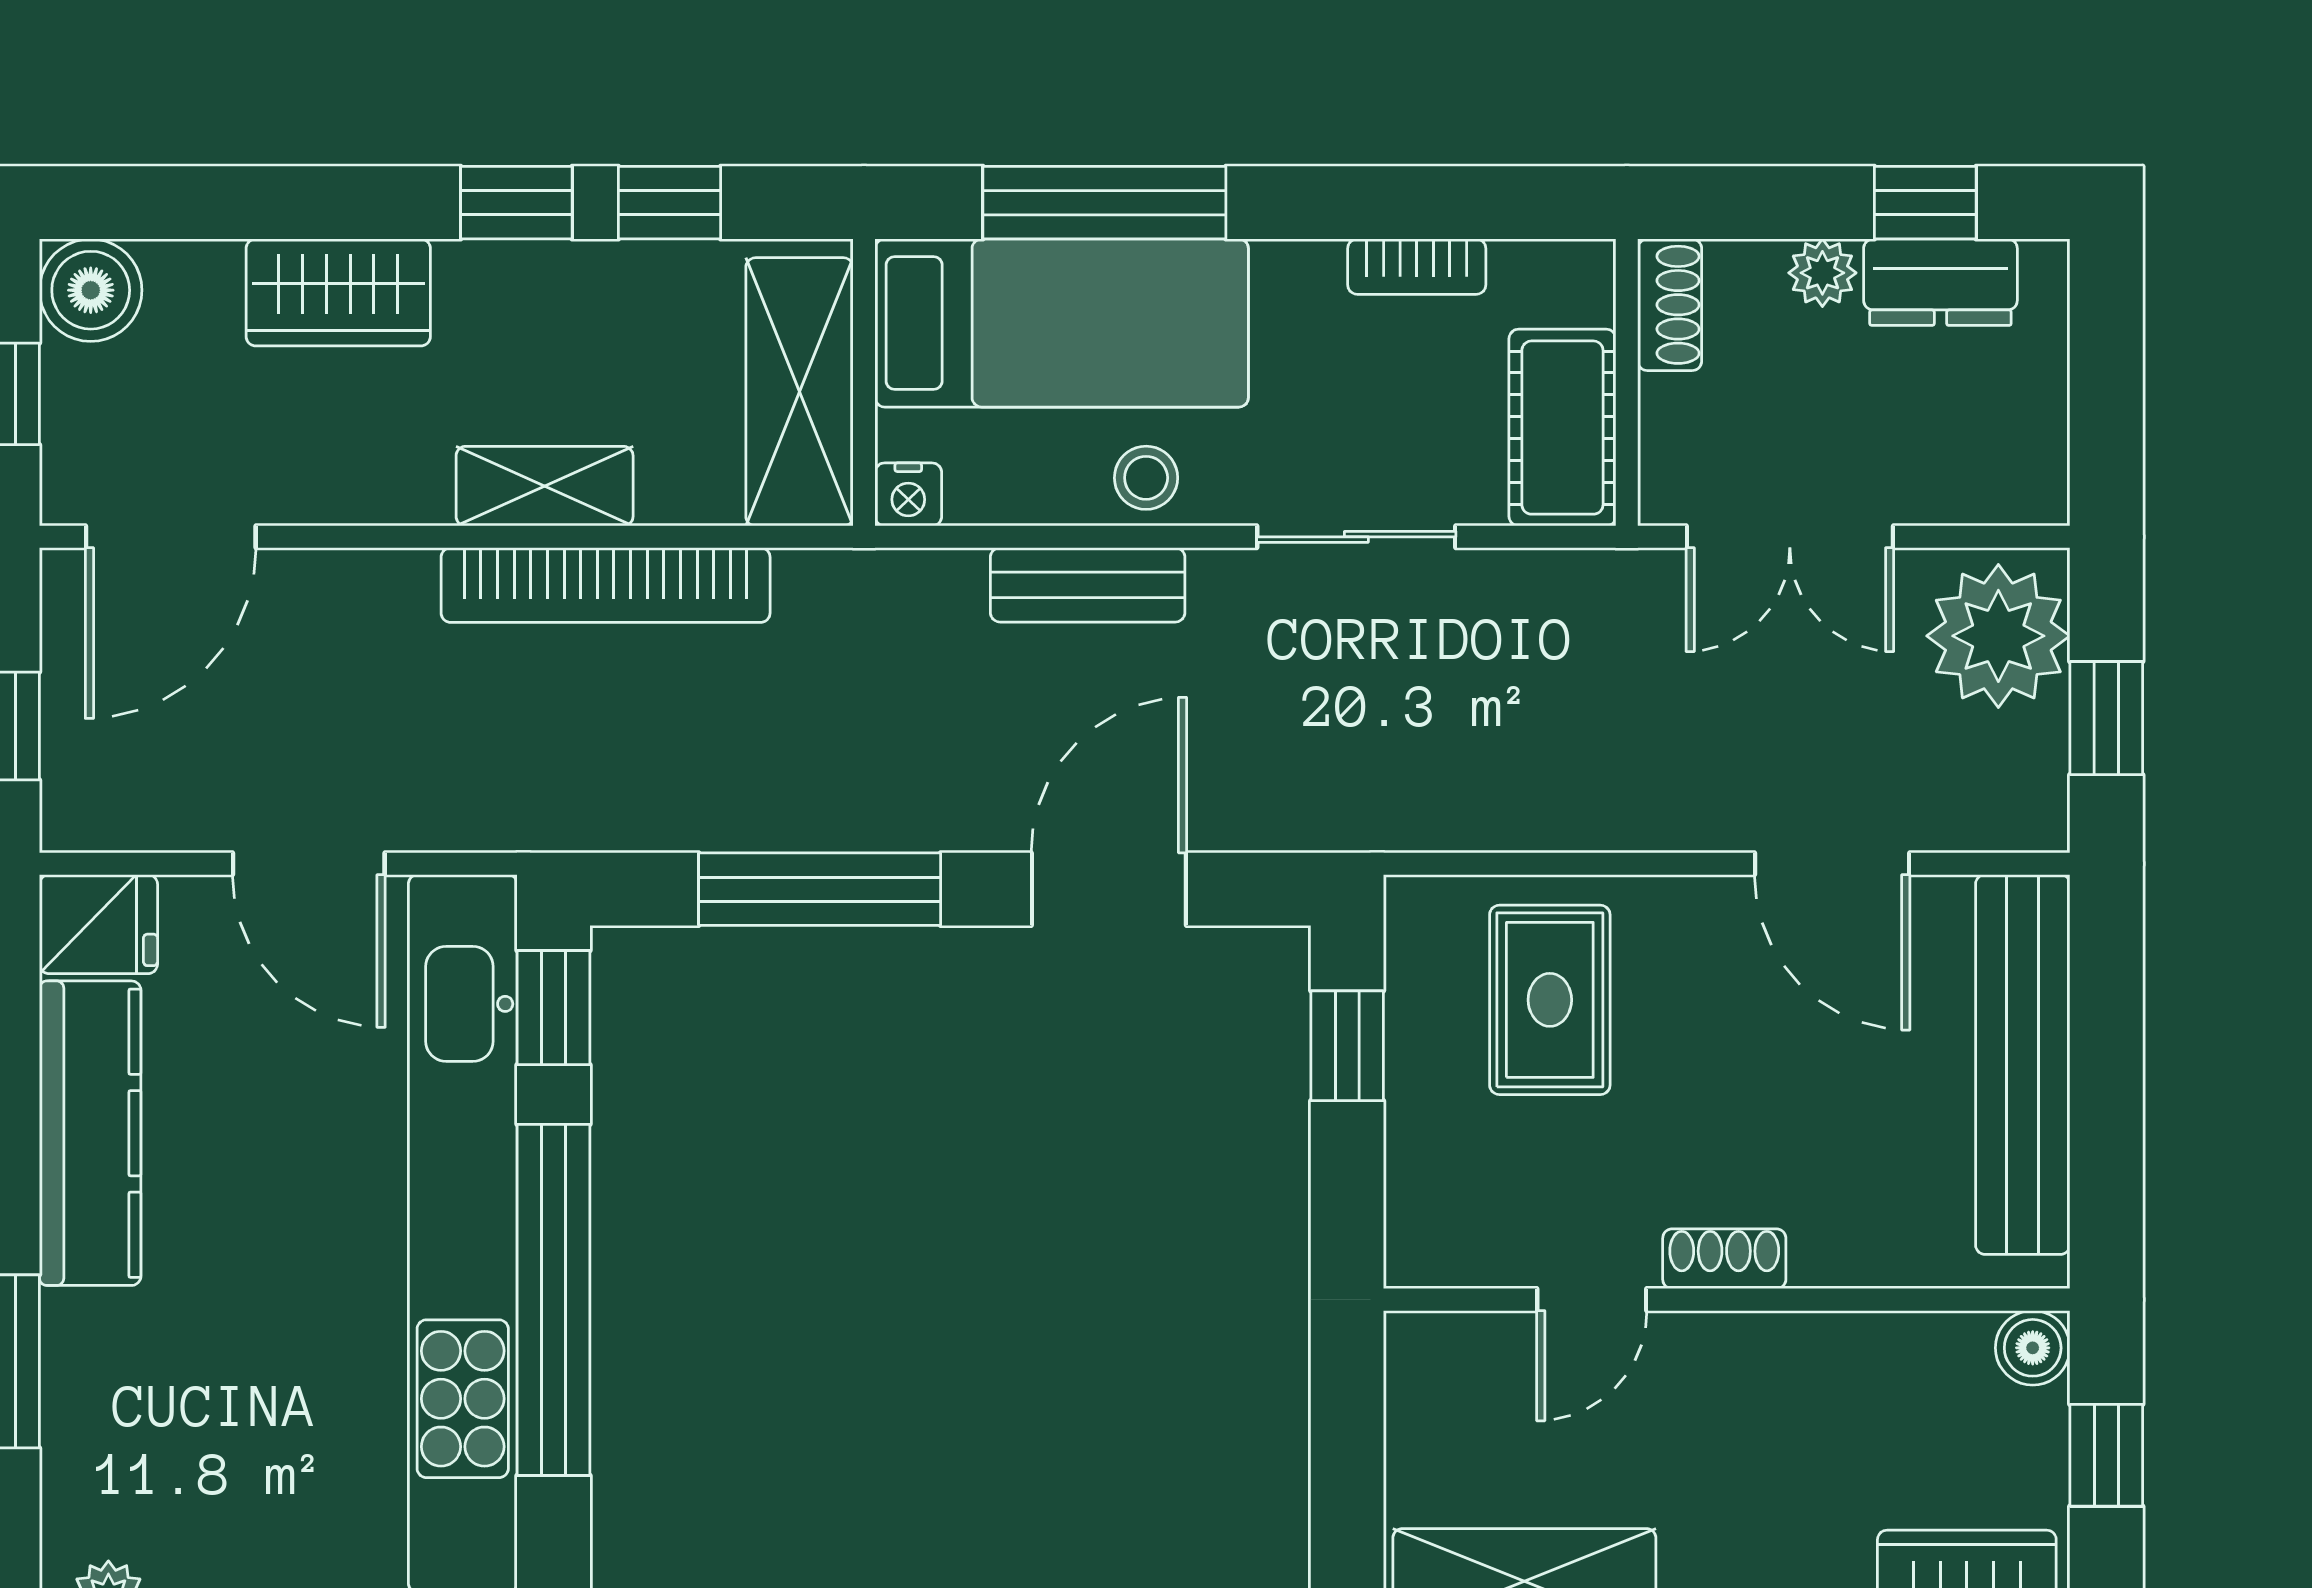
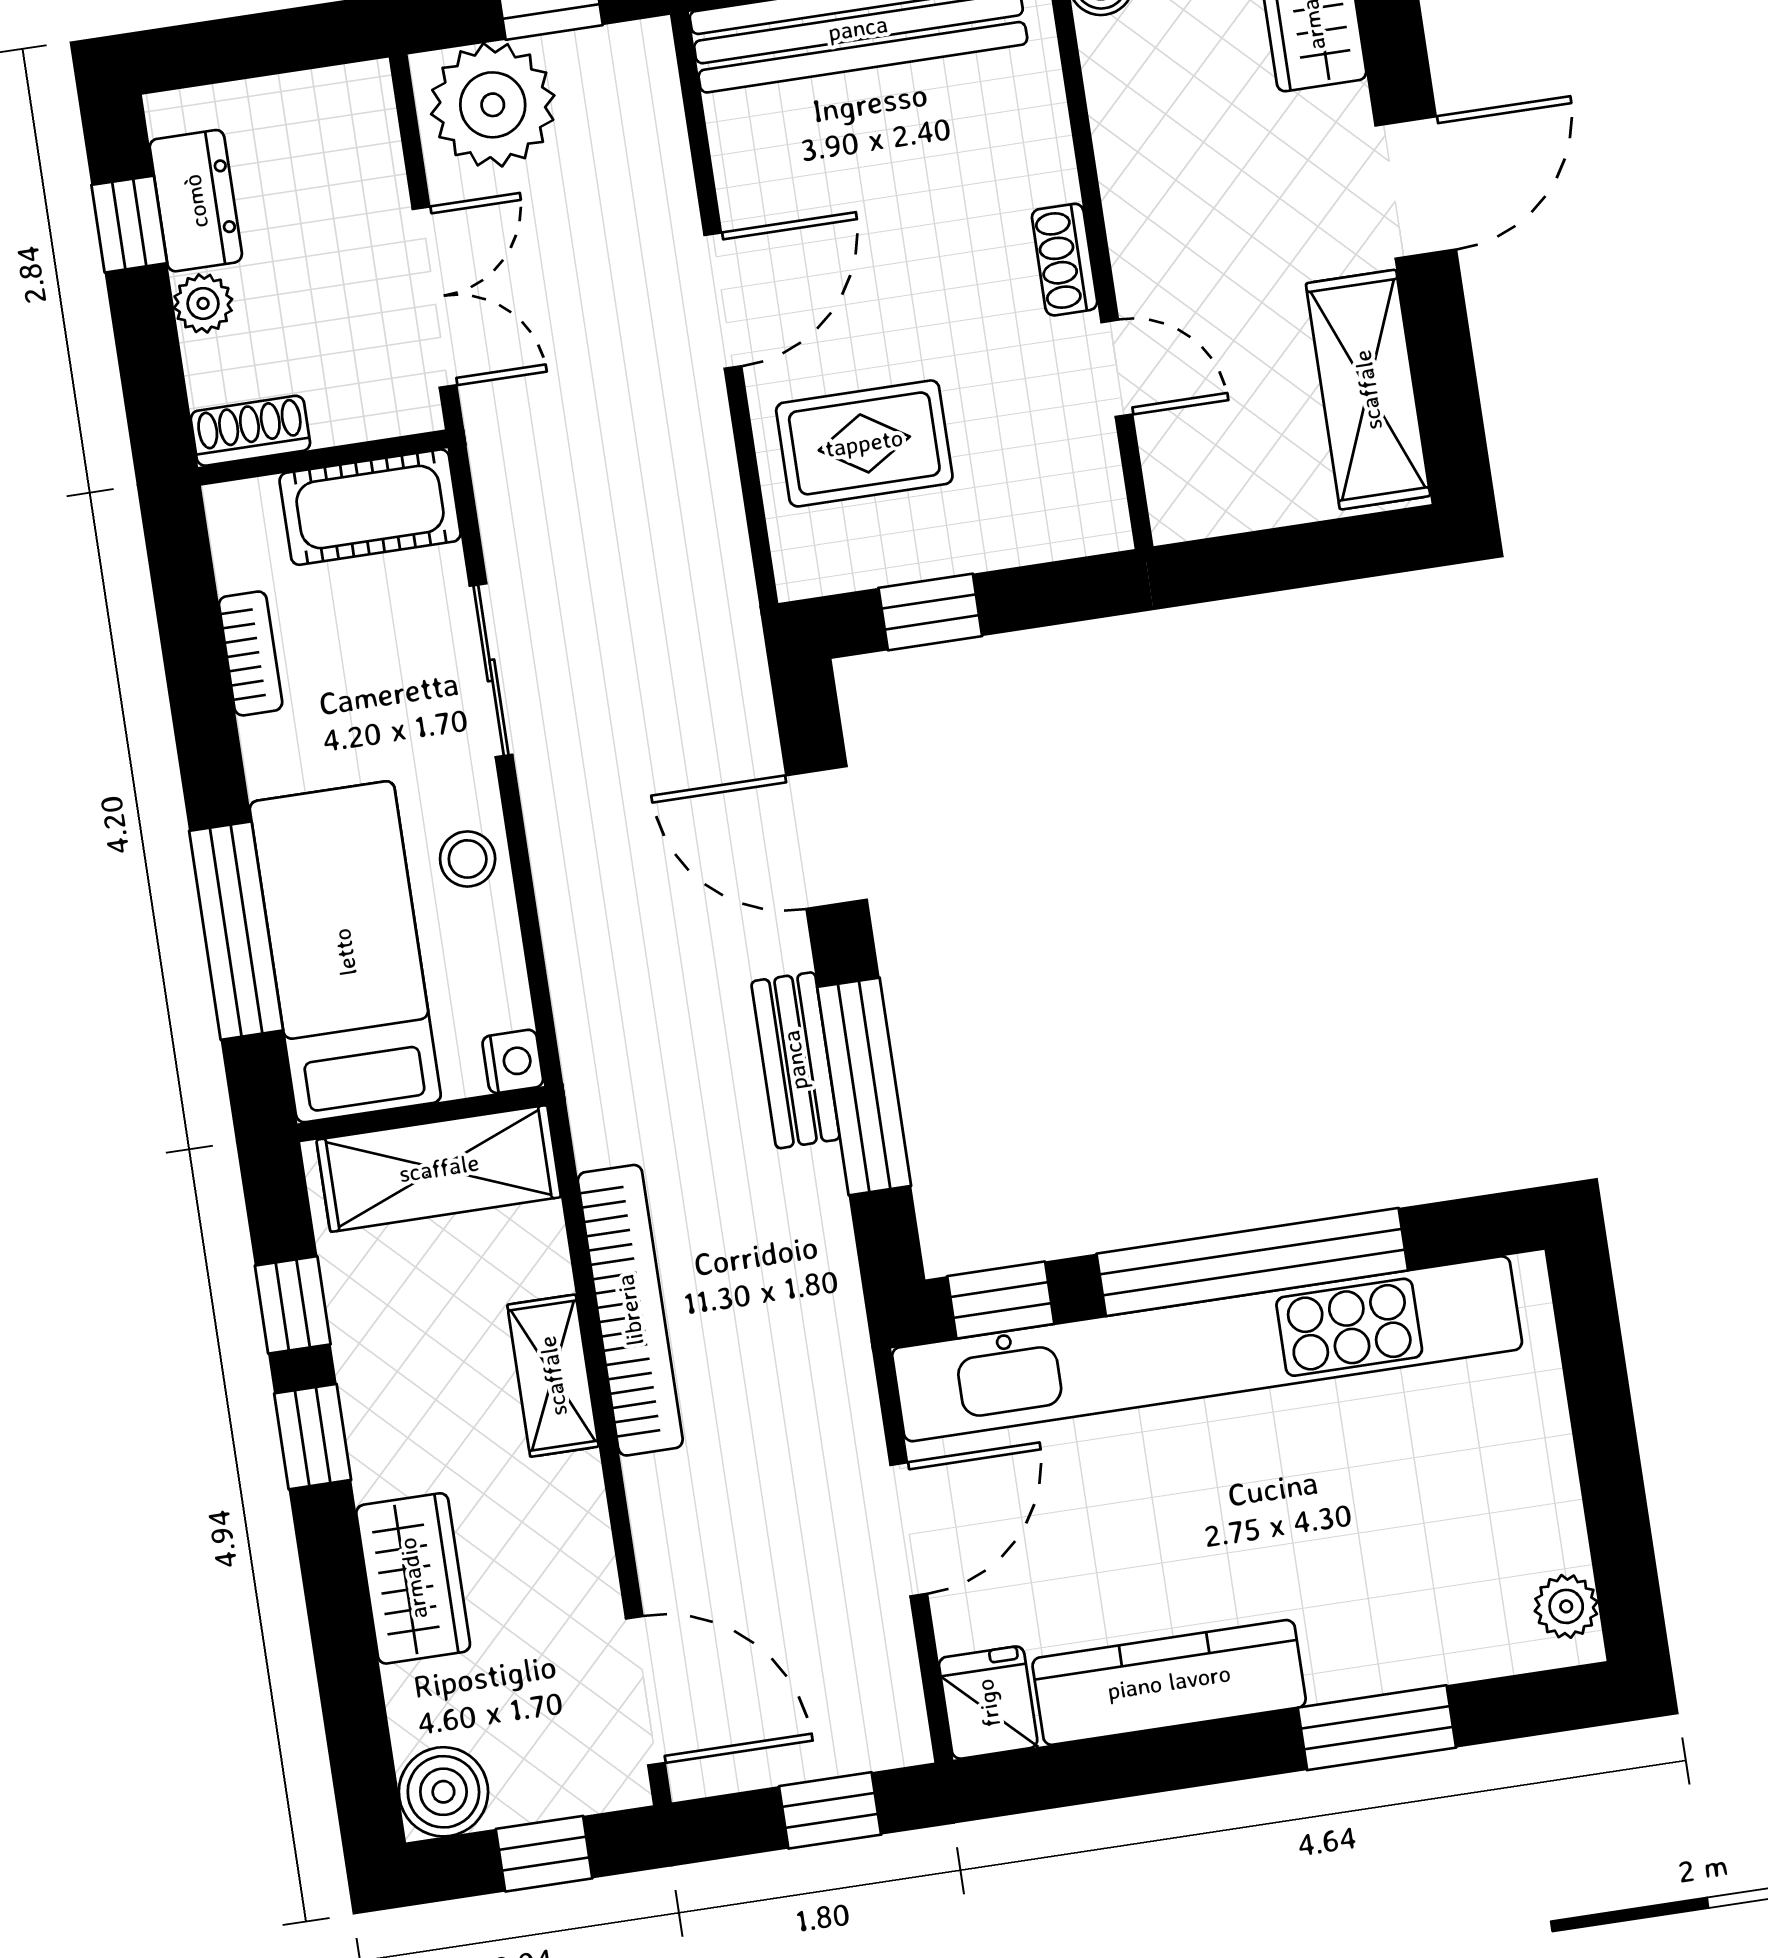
bench: (1088, 585) -> (795, 1060), moved
door: (1832, 864) -> (723, 301), moved

